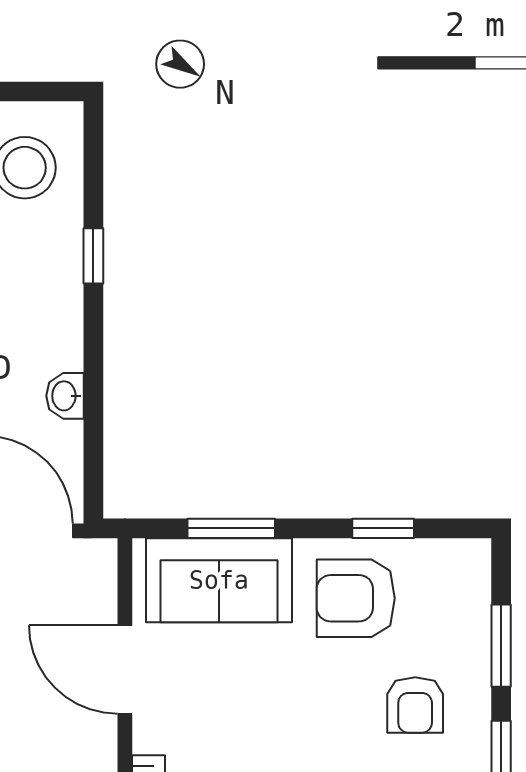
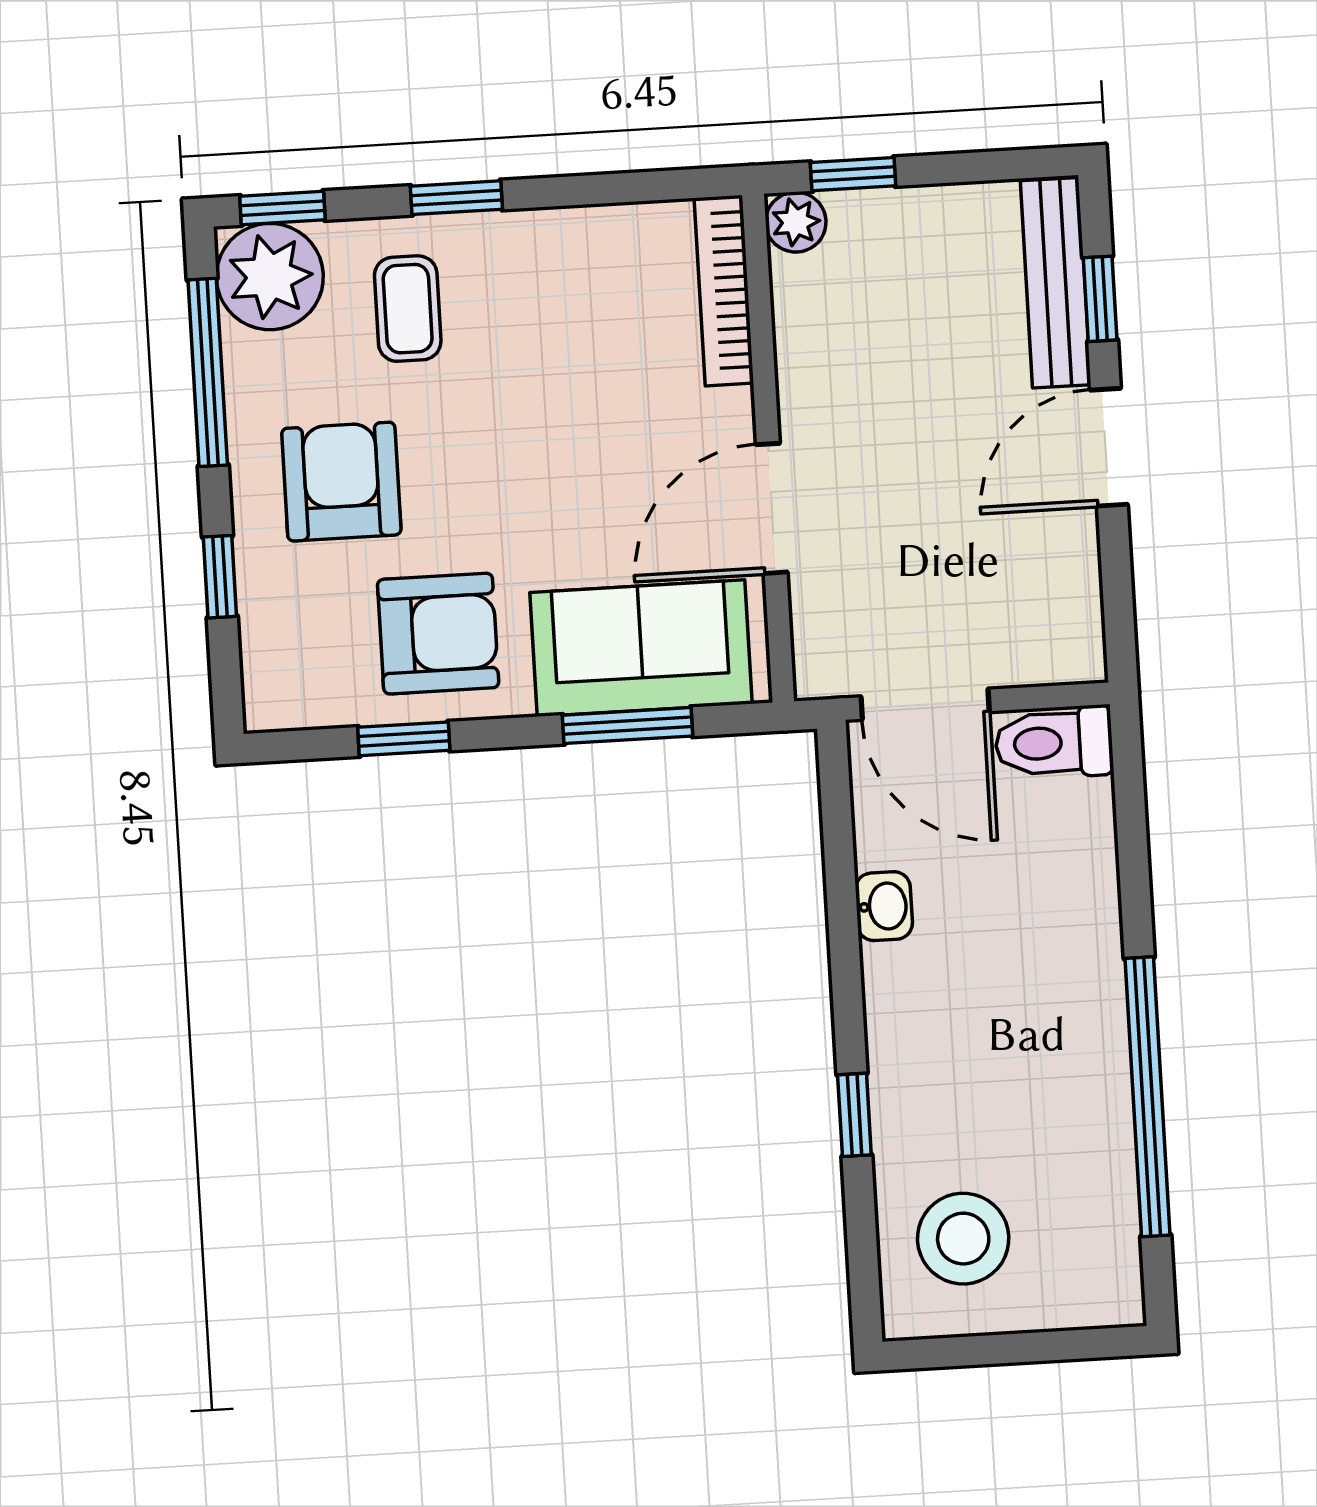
window: (501, 646) -> (220, 577), width x0.67
door: (125, 670) -> (772, 508), swing flipped
armchair: (415, 705) -> (341, 482), width x1.38, depth x1.38

